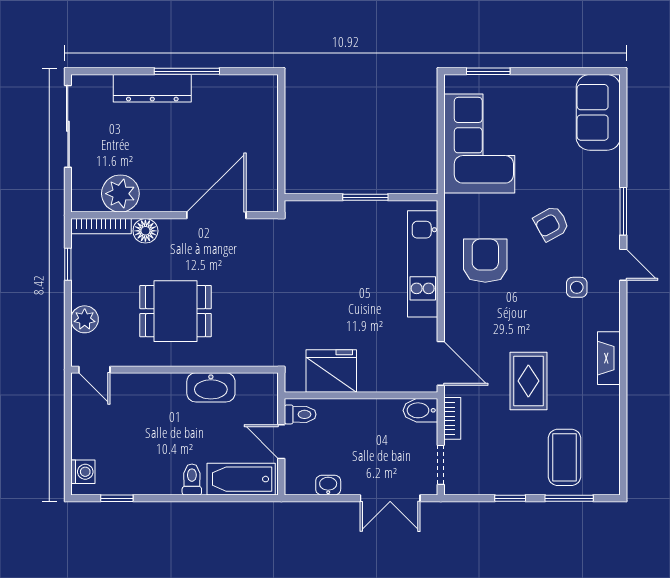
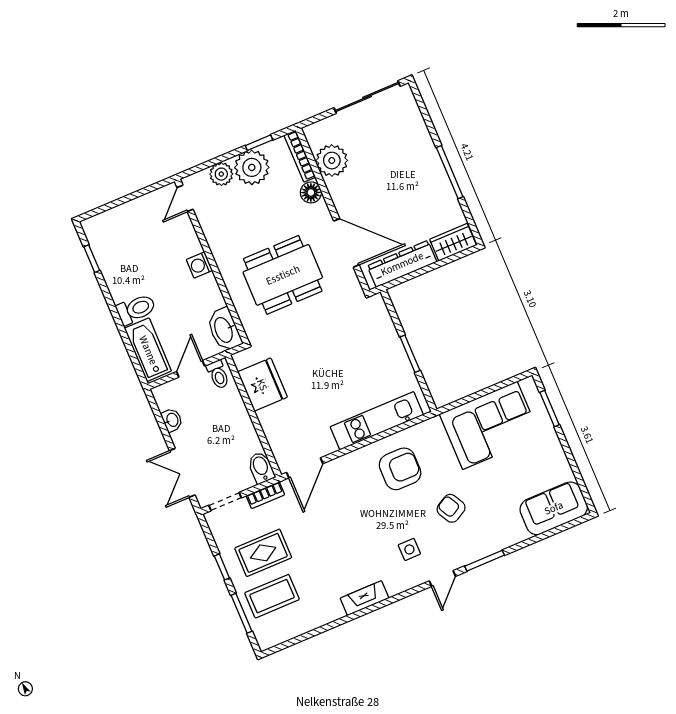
dresser: (152, 88) -> (402, 264), moved, turned 90
wardrobe: (264, 100) -> (453, 242), added
plant: (91, 283) -> (252, 167), added
dining table: (176, 311) -> (283, 275), moved, width x1.38
rug: (528, 381) -> (263, 553), moved
washbasin: (211, 387) -> (224, 330), moved
washing machine: (83, 472) -> (199, 265), moved, turned 90
toilet: (192, 479) -> (136, 309), width x1.37, depth x1.39

